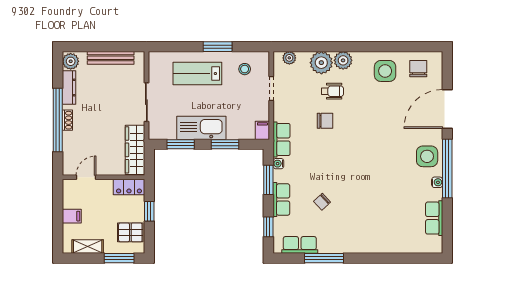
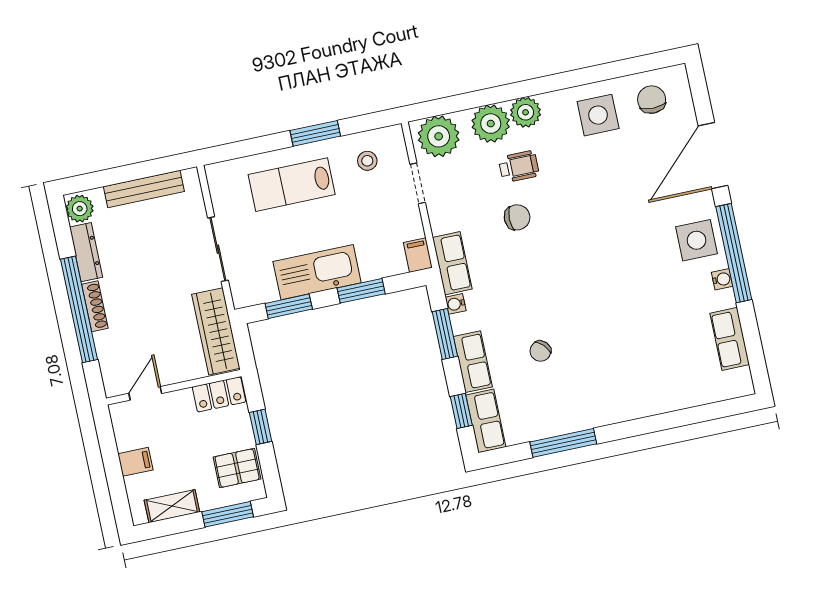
plant: (289, 58) -> (439, 136), width x1.87, depth x1.87
shoe rack: (67, 120) -> (95, 306), width x1.43
row of seats: (300, 245) -> (486, 421), moved, turned 90

